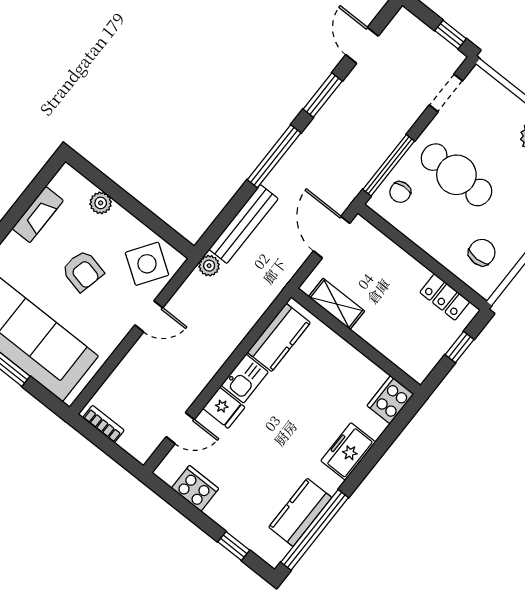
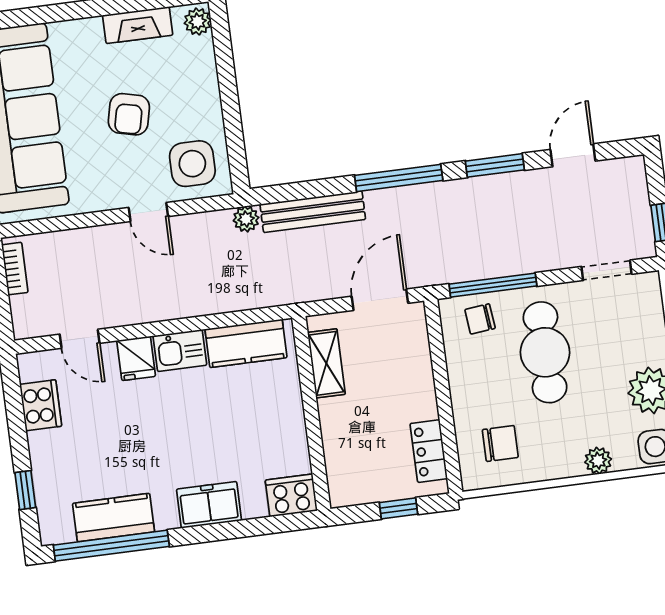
plant: (101, 203) -> (198, 22), moved
side table: (147, 264) -> (192, 164), turned -34

